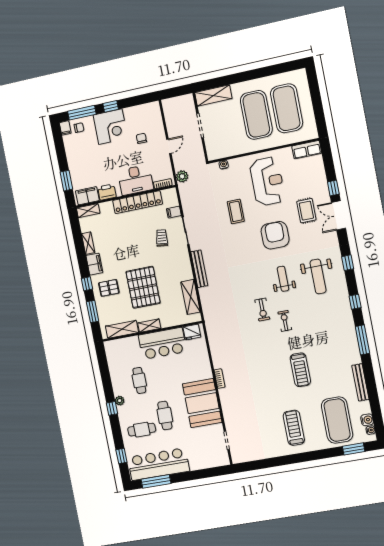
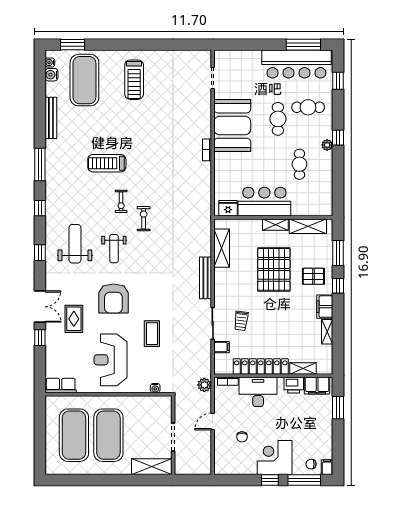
shelving: (88, 211) -> (303, 369), moved
treadmill: (300, 370) -> (107, 163), moved, turned -90

